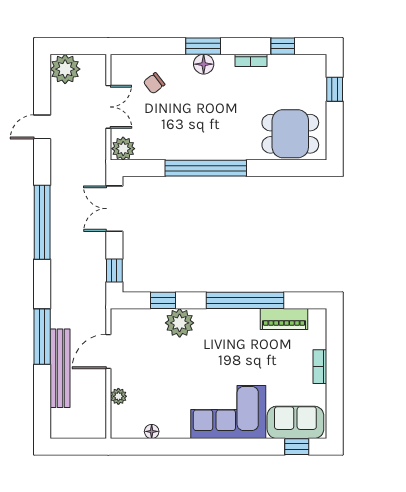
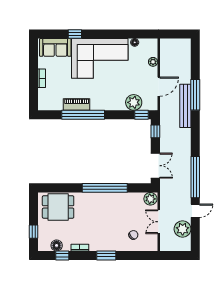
floor lamp: (204, 64) -> (57, 245), moved
plant: (65, 69) -> (183, 229), moved
window: (42, 222) -> (195, 177), moved
window: (163, 300) -> (141, 115), moved
piano: (284, 319) -> (77, 105), moved
plant: (180, 323) -> (134, 102), moved
bench: (60, 368) -> (185, 106), moved
corner sofa: (228, 412) -> (100, 58), width x1.36, depth x1.36
window: (297, 447) -> (75, 34), moved

